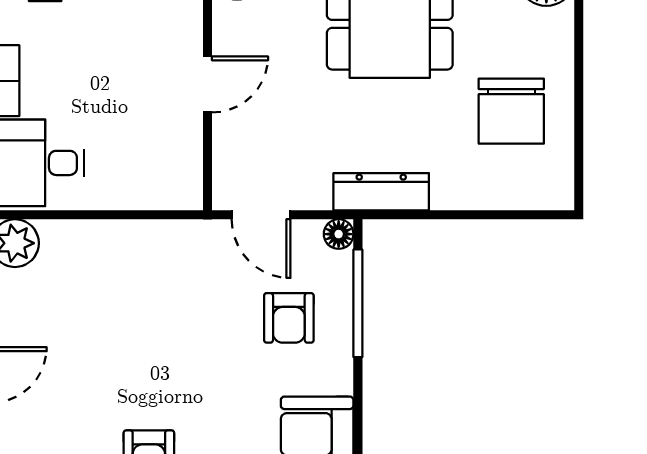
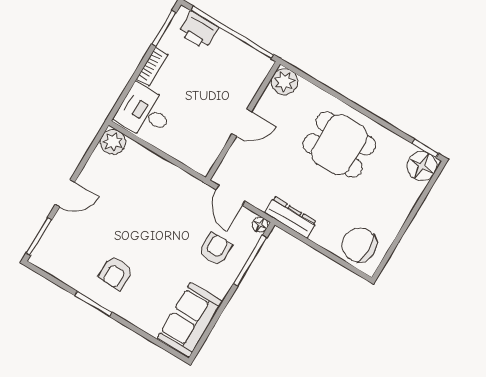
chair: (511, 111) -> (359, 245), moved, turned 90
armchair: (289, 318) -> (215, 249), turned 180

